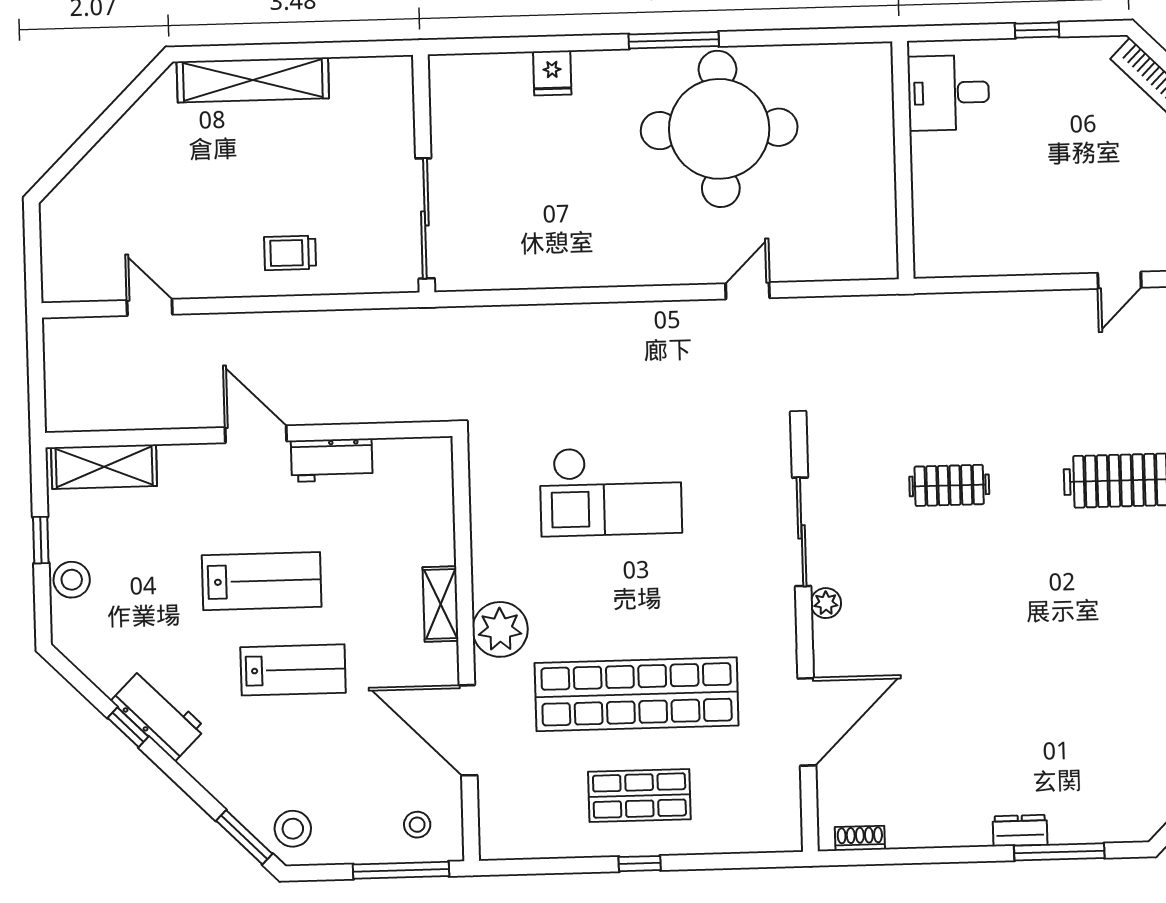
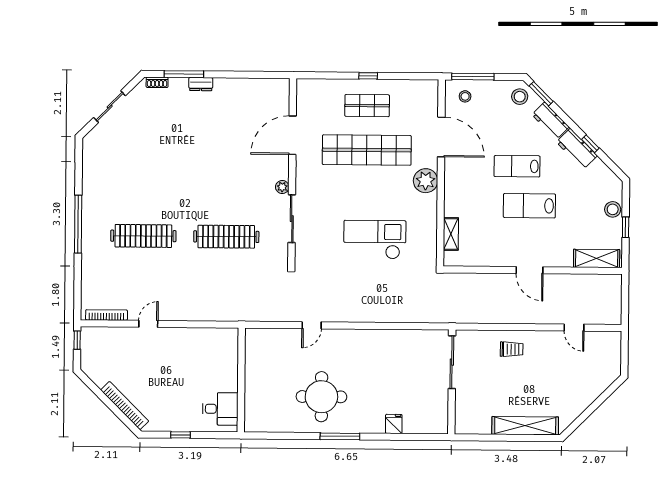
round table: (719, 129) -> (321, 397), width x0.73, depth x0.73
workbench: (332, 460) -> (551, 121), moved, turned -135
clothes rail: (949, 485) -> (226, 237), width x1.86, depth x1.31
shelving: (441, 604) -> (451, 234), moved
shoe rack: (860, 838) -> (157, 82), moved

